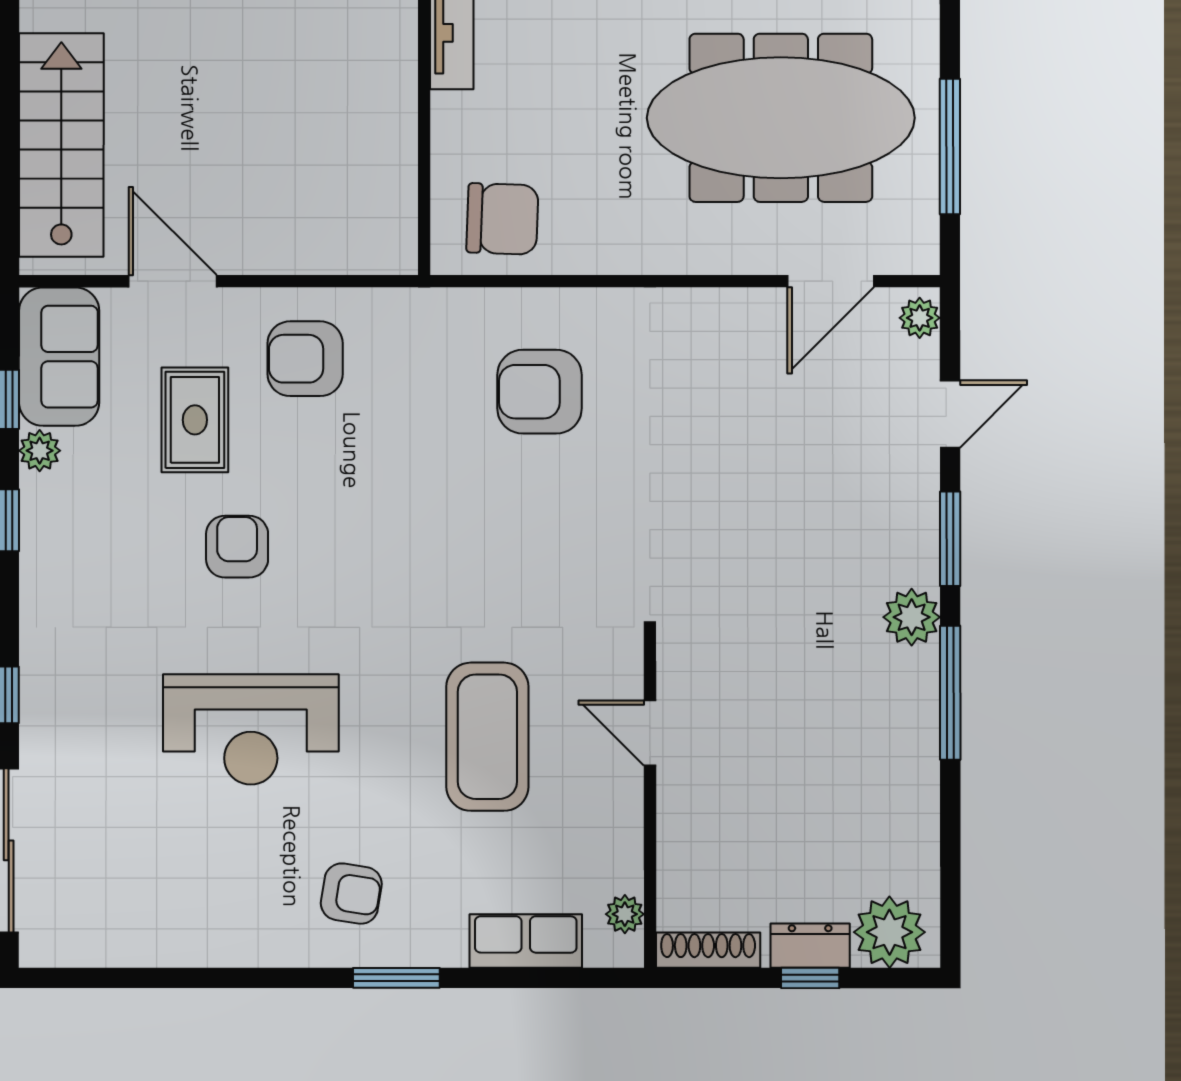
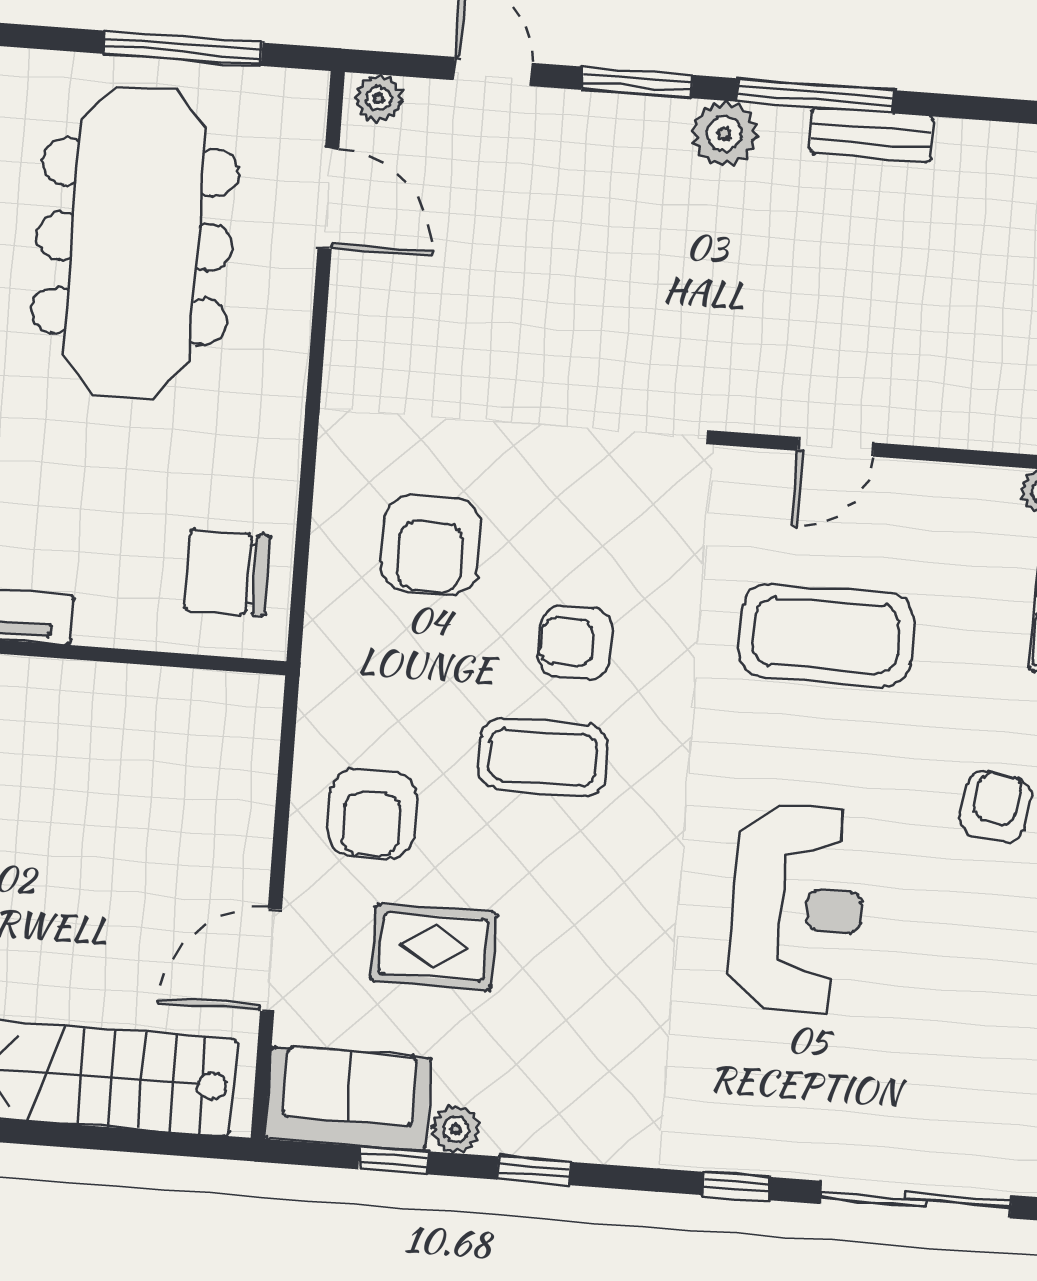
chair: (502, 219) -> (228, 573), turned -92
coffee table: (364, 501) -> (543, 757), added
armchair: (237, 547) -> (575, 643), moved
bench: (920, 743) -> (871, 135), added

